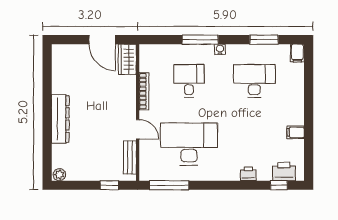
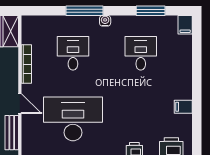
desk: (254, 81) -> (141, 53), width x0.73

